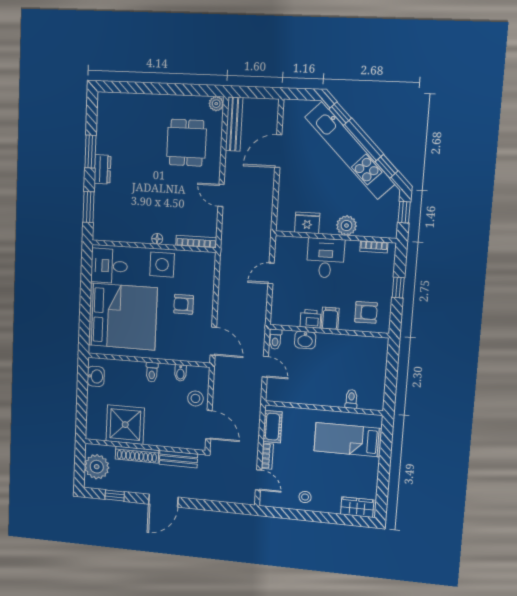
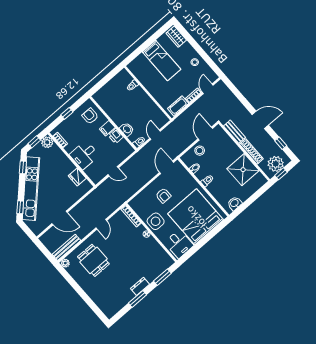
dining table: (187, 143) -> (93, 260), turned 90
plant: (346, 226) -> (47, 142), moved
bed: (348, 440) -> (161, 61), moved
window: (80, 461) -> (281, 174), added

